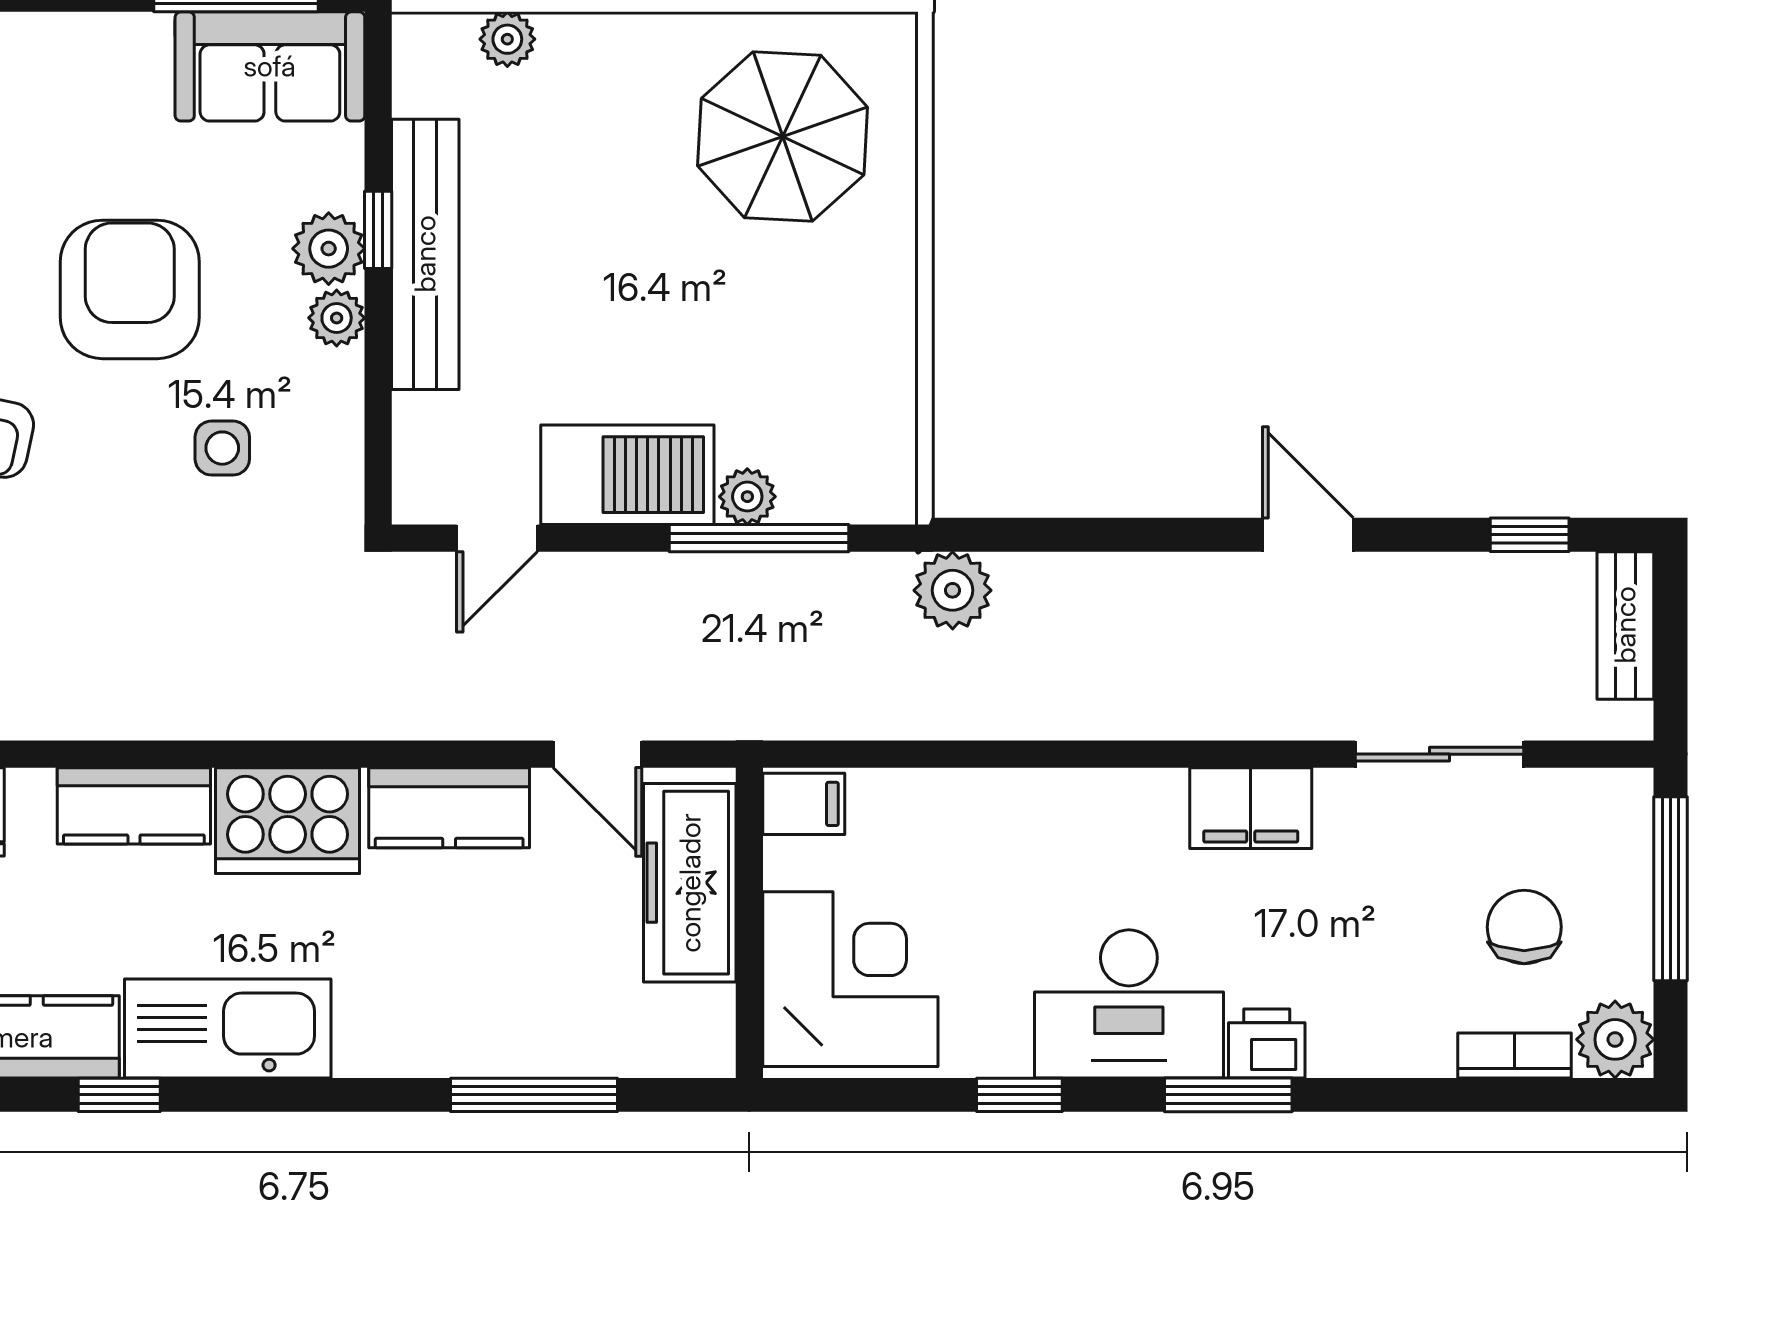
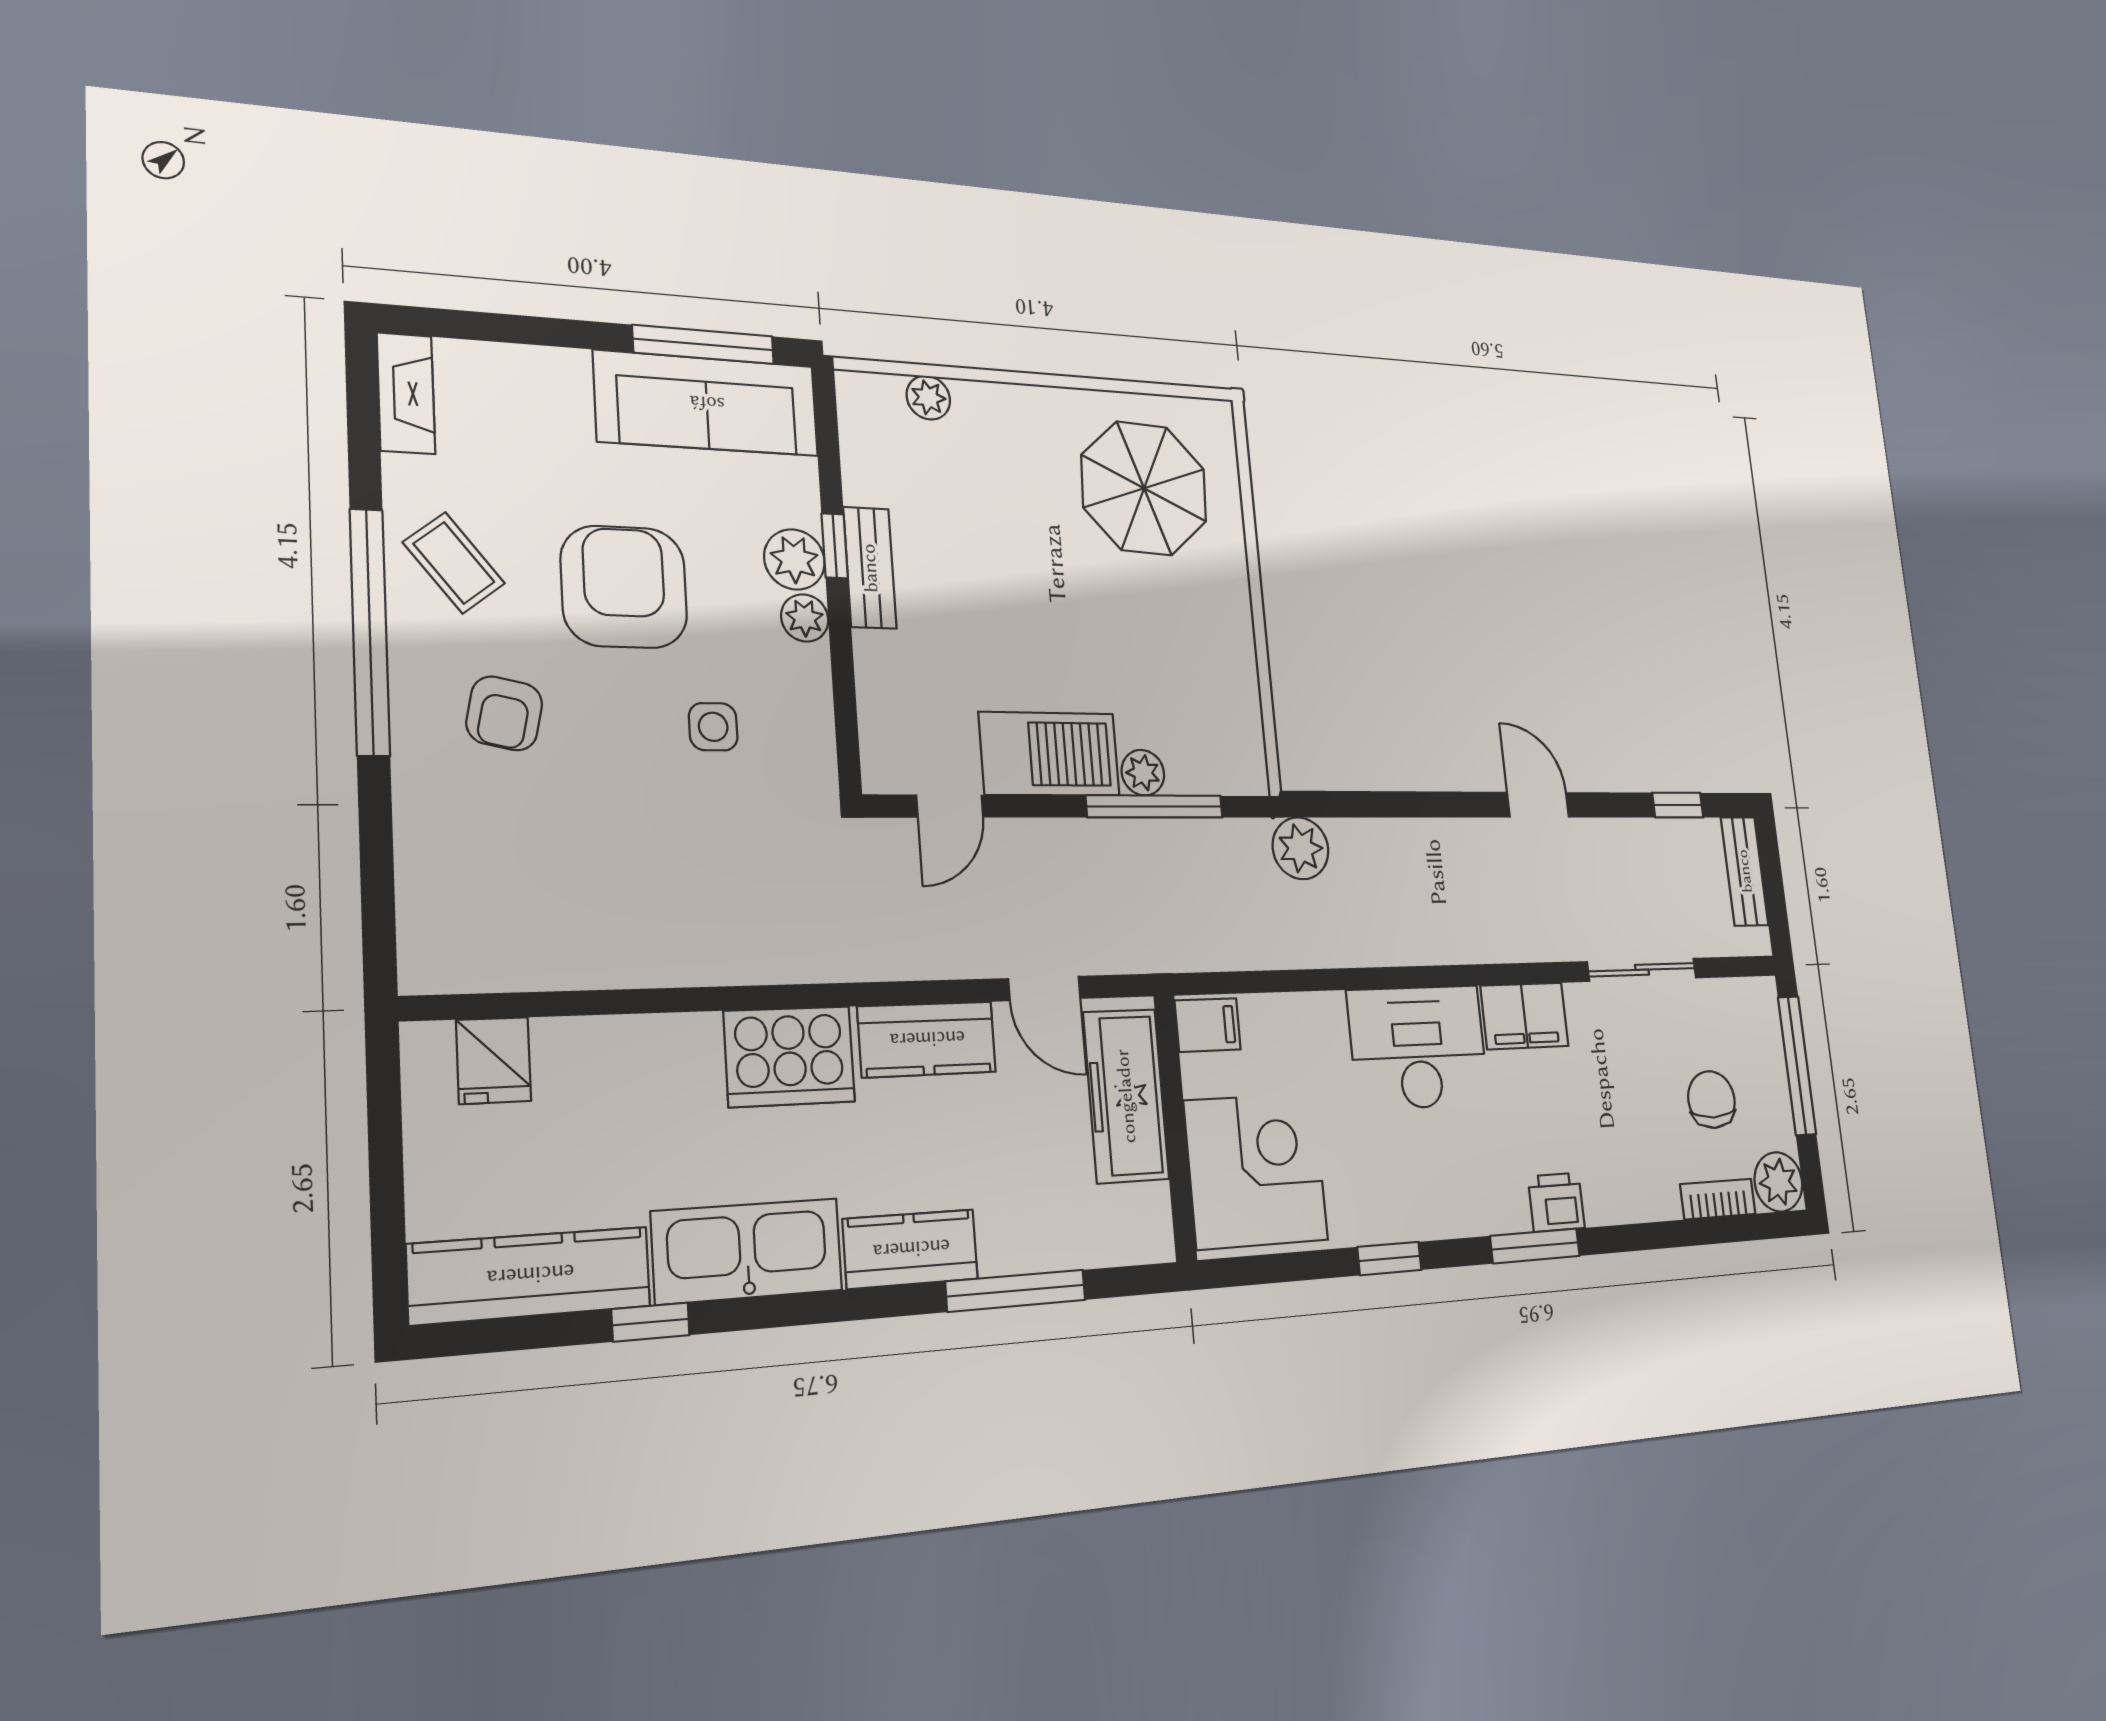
sofa: (270, 66) -> (707, 403), width x1.36
bench: (425, 254) -> (870, 568), width x0.54, depth x0.82
kitchen counter: (134, 806) -> (911, 1249), moved, turned 180
desk: (1129, 1004) -> (1418, 1047), moved, turned 180

